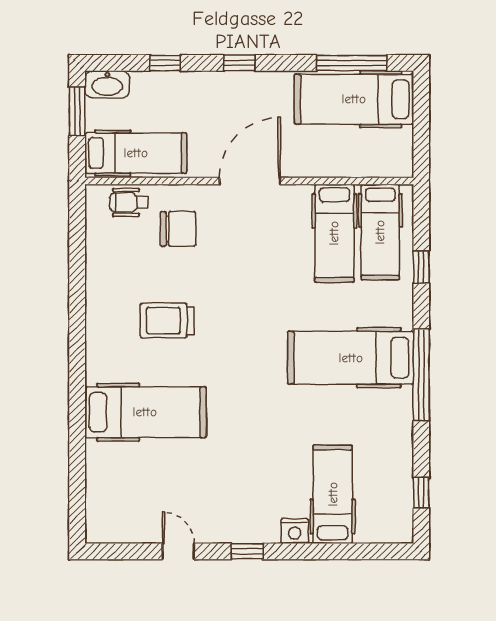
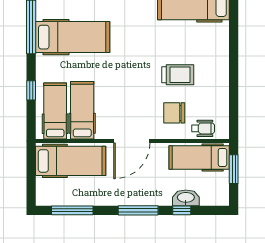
window: (239, 63) -> (138, 210), width x2.17
washbasin: (107, 84) -> (186, 198), moved
hospital bed: (354, 99) -> (71, 161), moved
window: (77, 111) -> (234, 169), moved
trolley: (167, 321) -> (178, 75), moved

